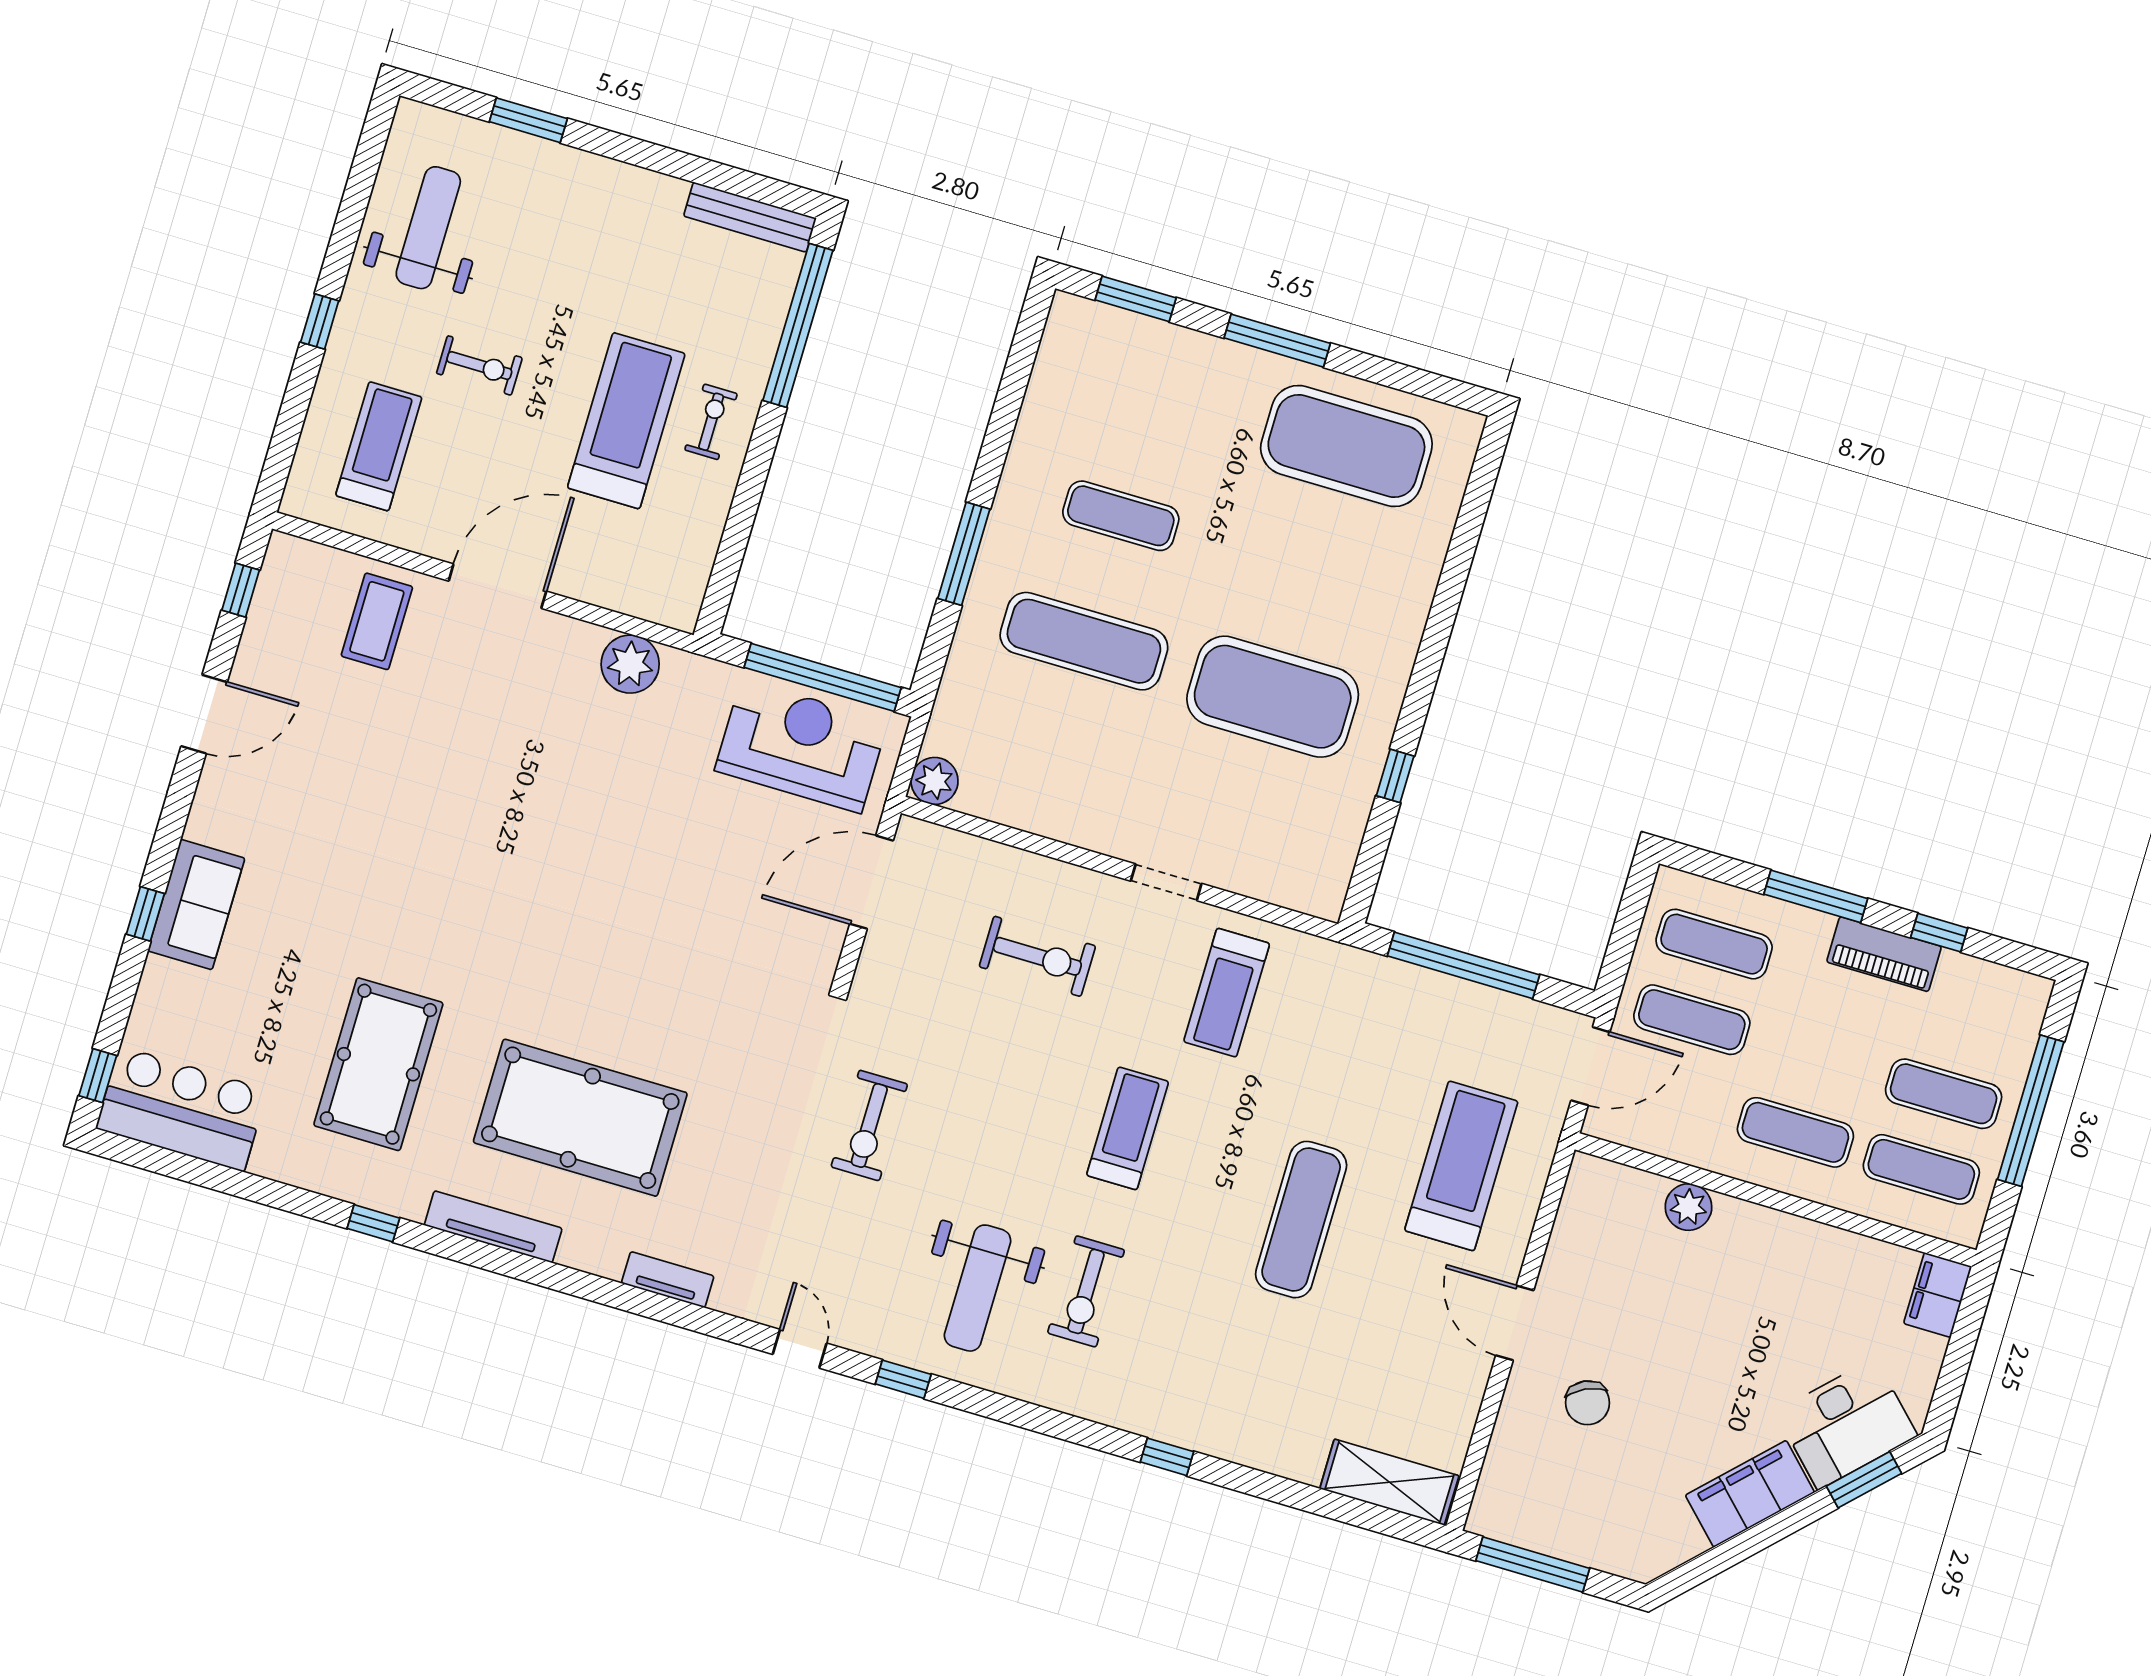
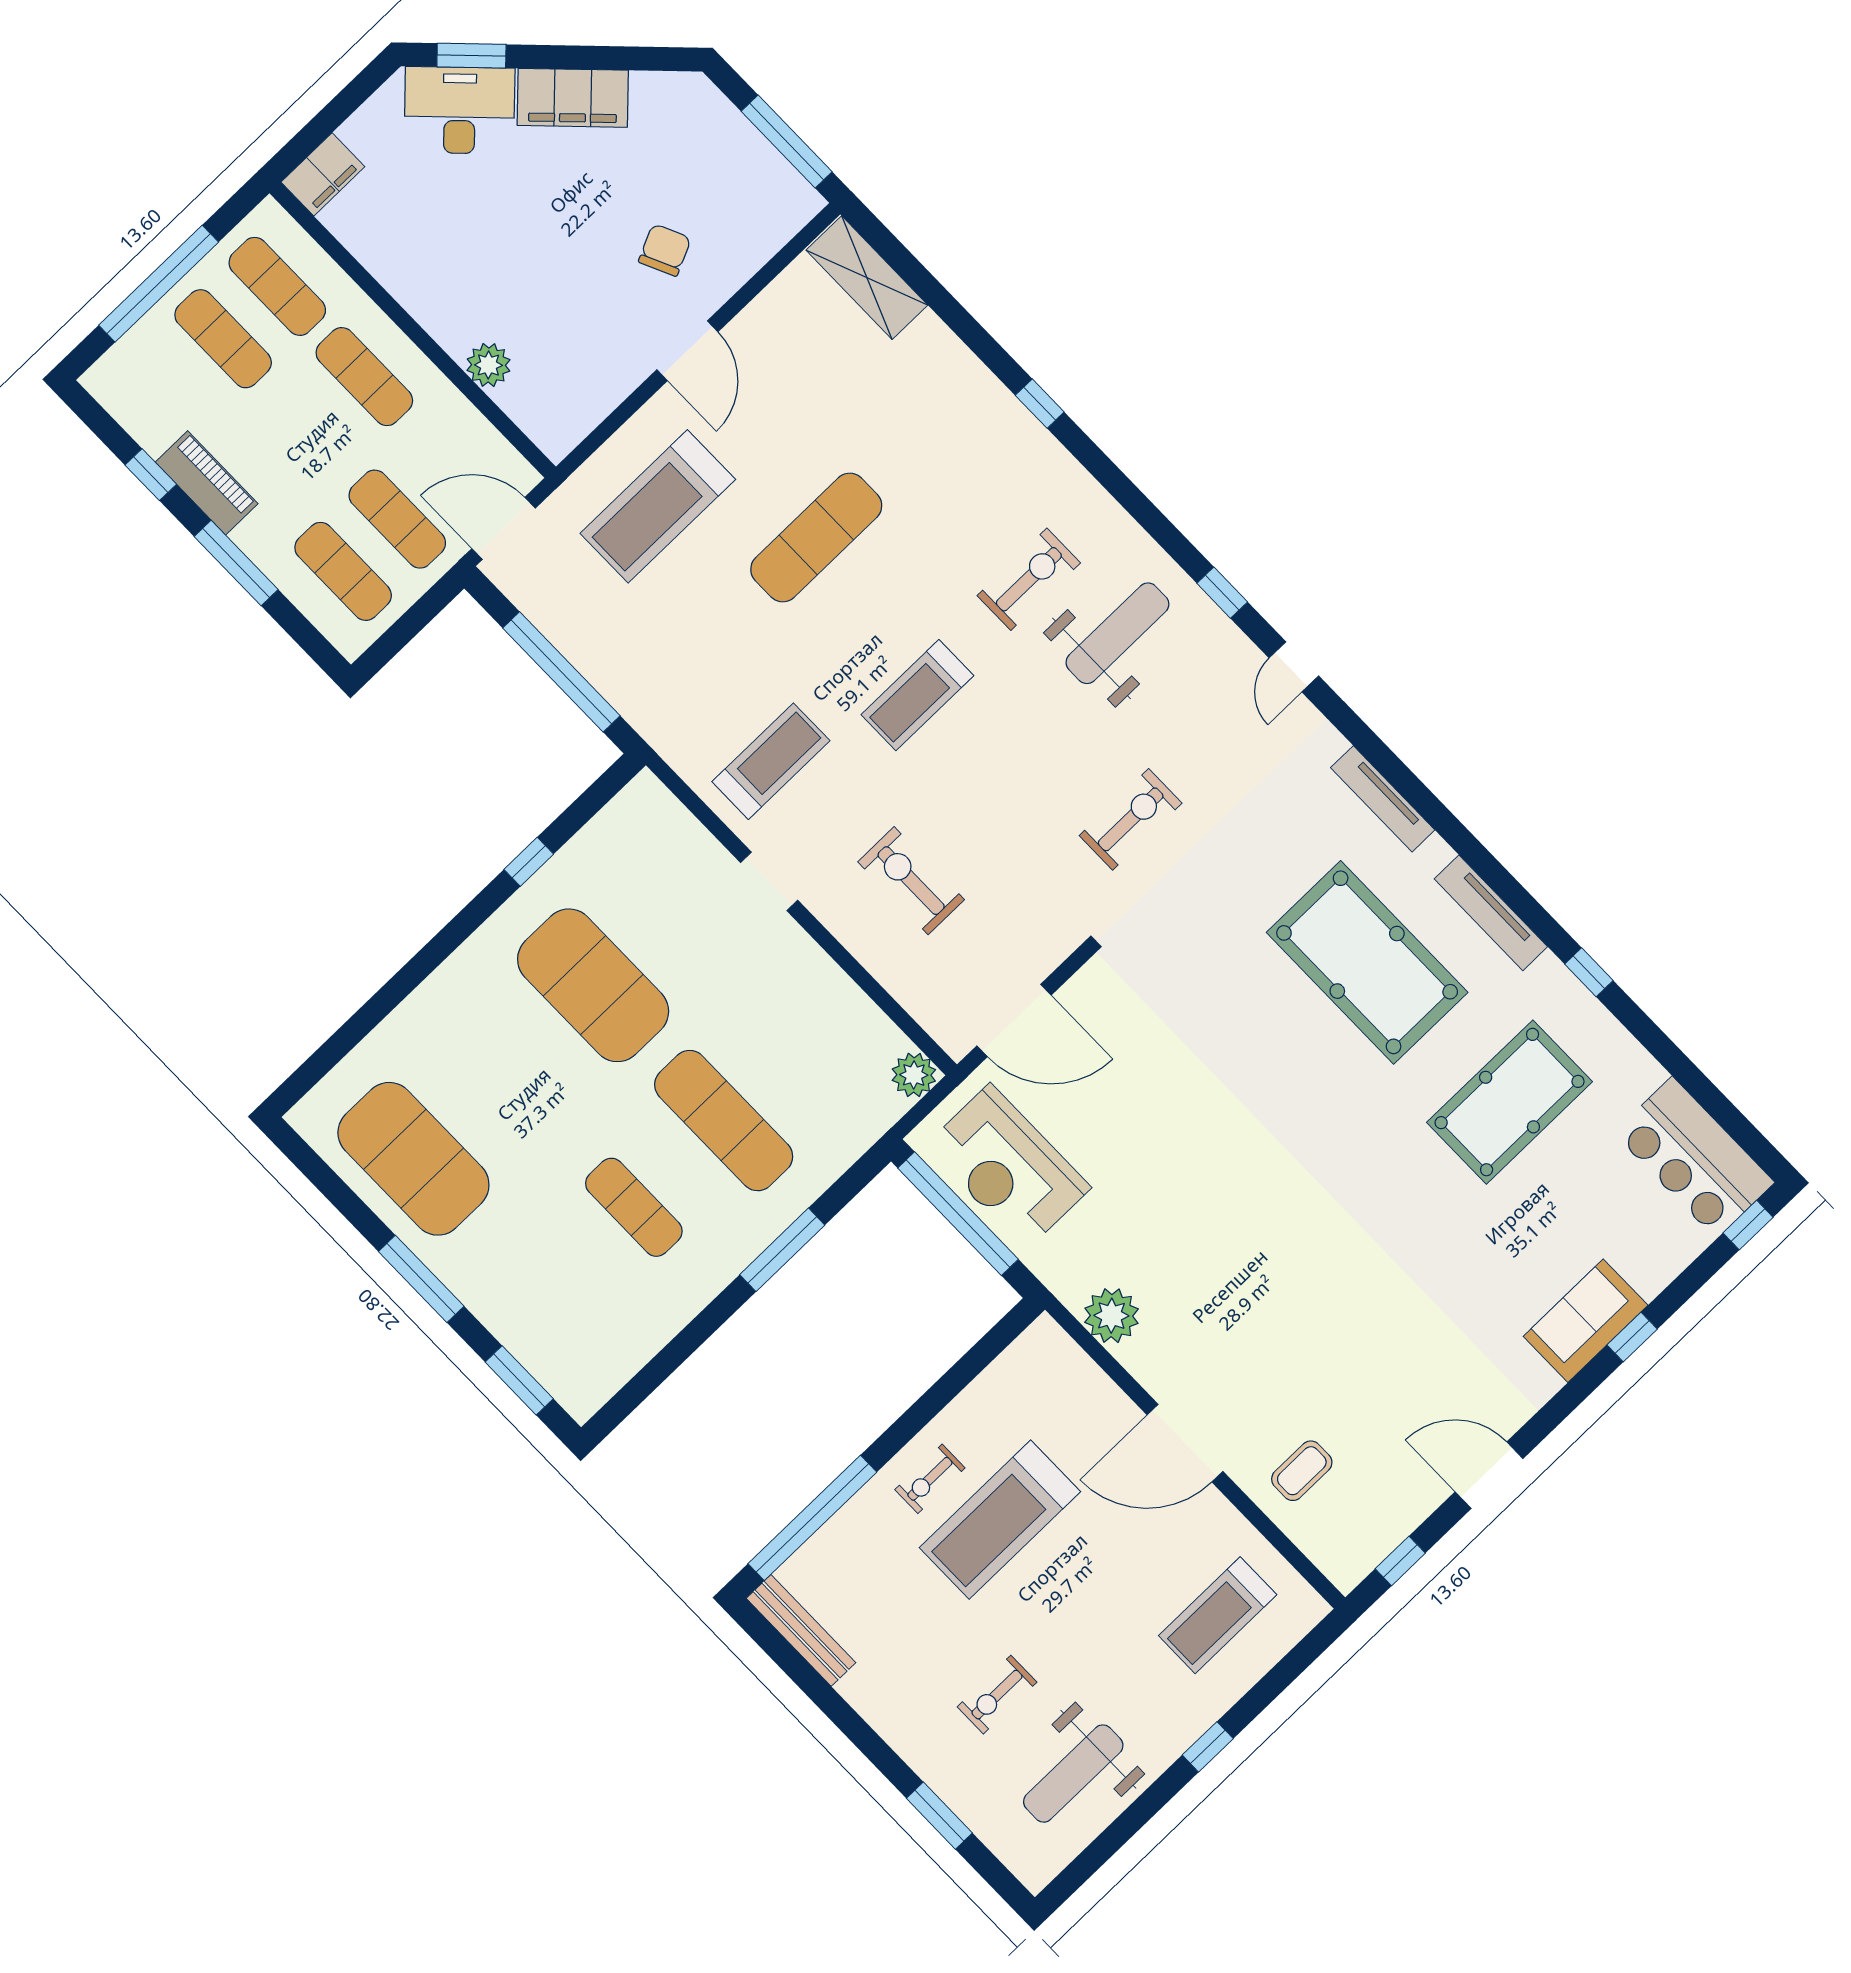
exercise bike: (479, 366) -> (997, 1695), moved, turned -90
coffee table: (377, 621) -> (1302, 1471), width x0.73, depth x0.77
tv unit: (668, 1280) -> (1383, 799), width x1.41

